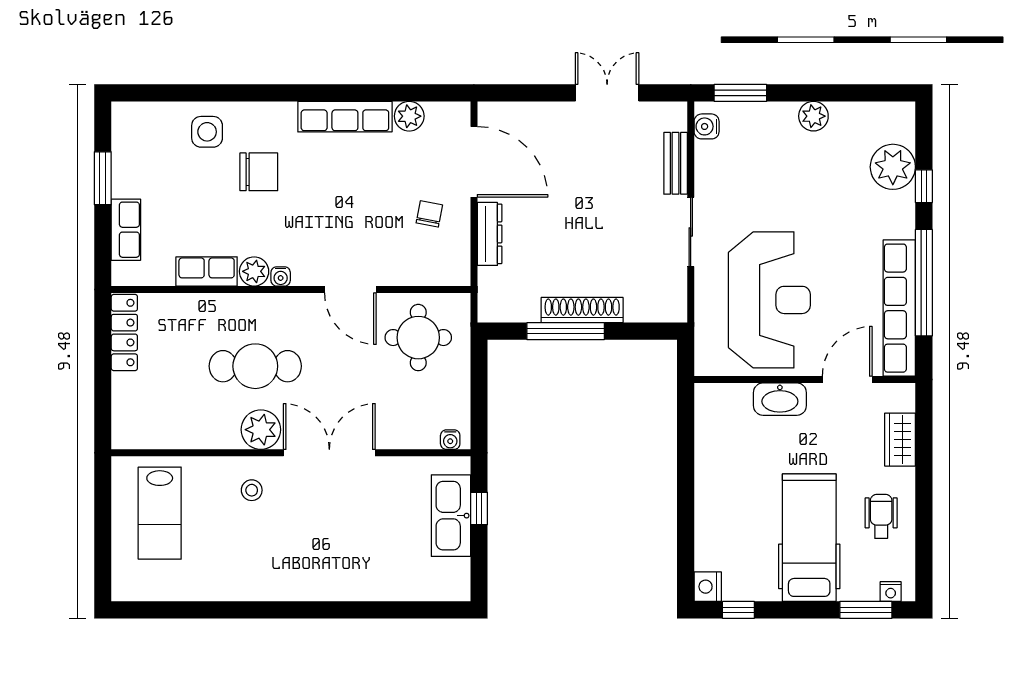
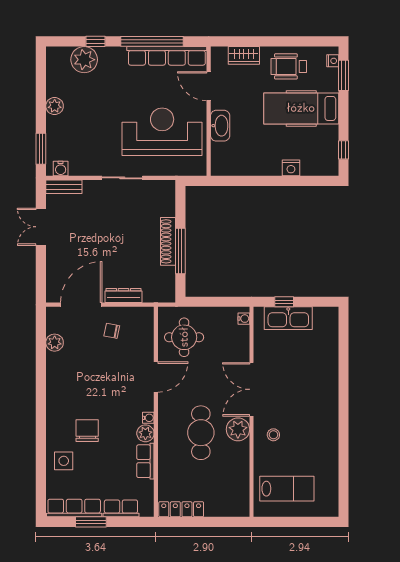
row of seats: (345, 117) -> (74, 508), moved, turned -90
bench: (676, 163) -> (64, 187), moved
wheelchair: (881, 516) -> (289, 66), width x1.36, depth x1.37
nightstand: (708, 587) -> (291, 168), moved

